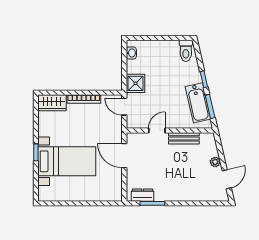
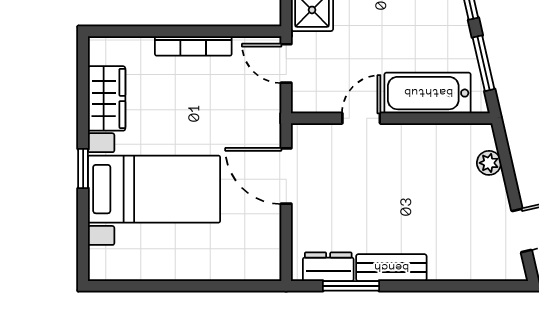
wardrobe: (52, 103) -> (107, 98), moved, turned -90
bathtub: (198, 103) -> (428, 93), moved, turned 103
bench: (184, 138) -> (391, 268), moved
plant: (215, 162) -> (489, 163), moved

